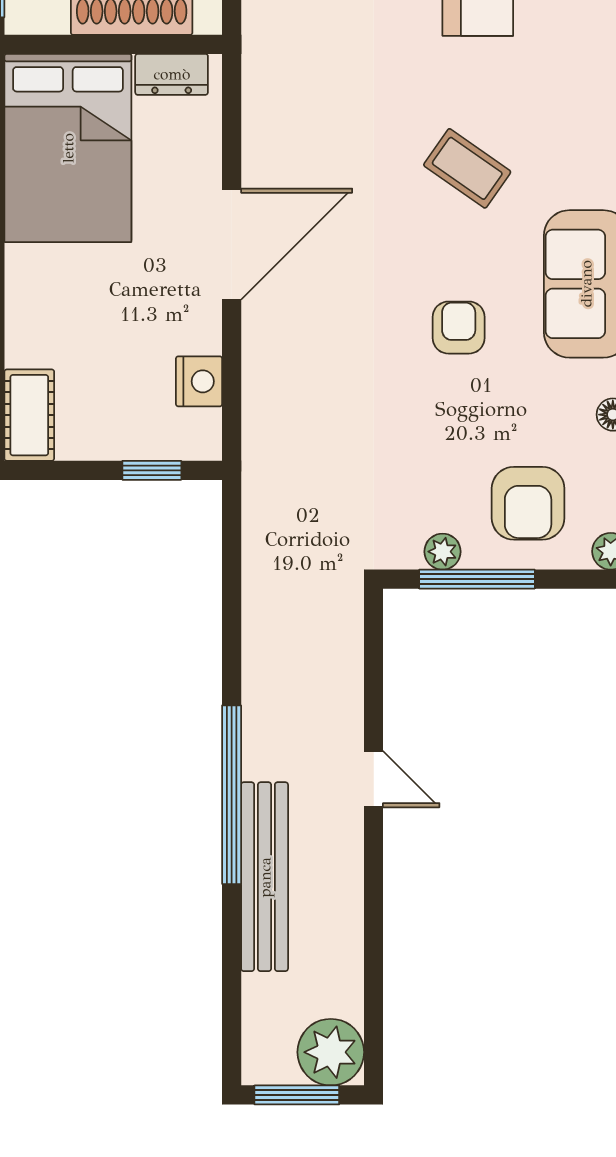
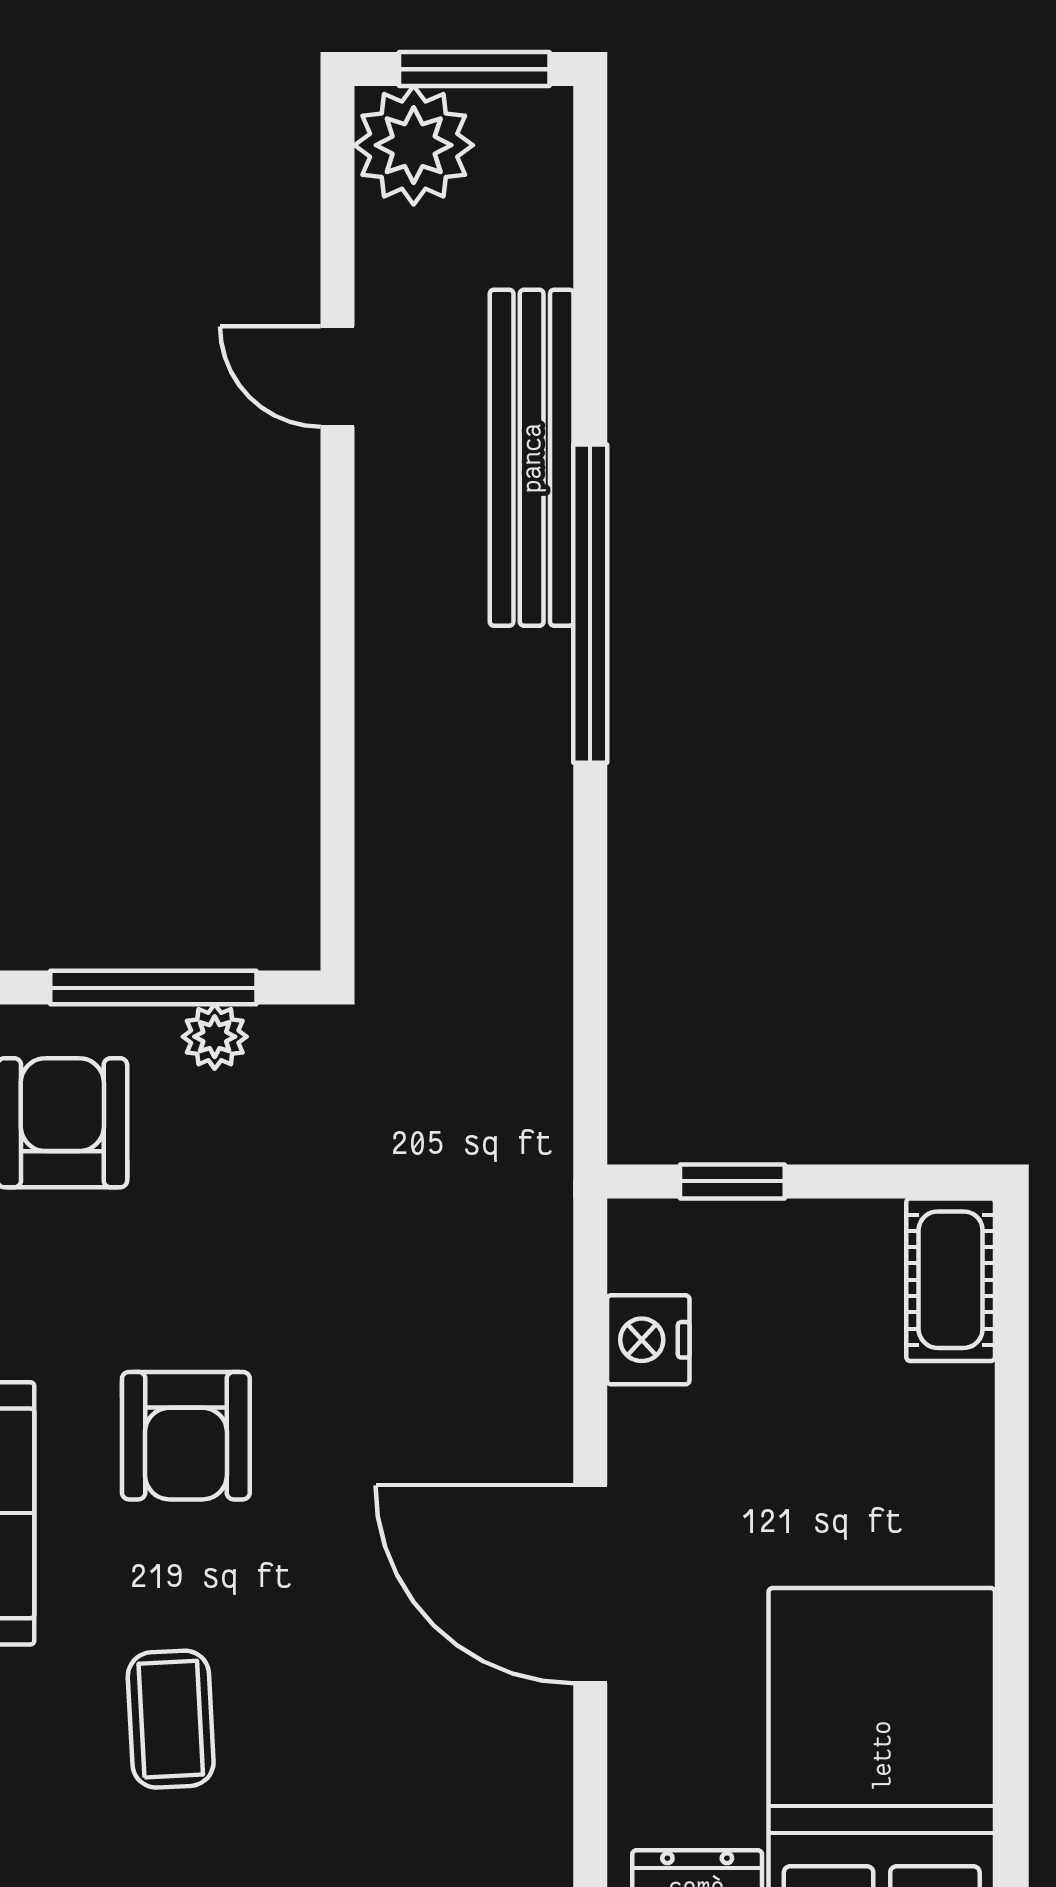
coffee table: (467, 168) -> (171, 1719), turned 52
door: (232, 244) -> (590, 1584), hinge flipped
armchair: (459, 328) -> (186, 1436), width x1.38, depth x1.38
door: (374, 779) -> (338, 377), moved

